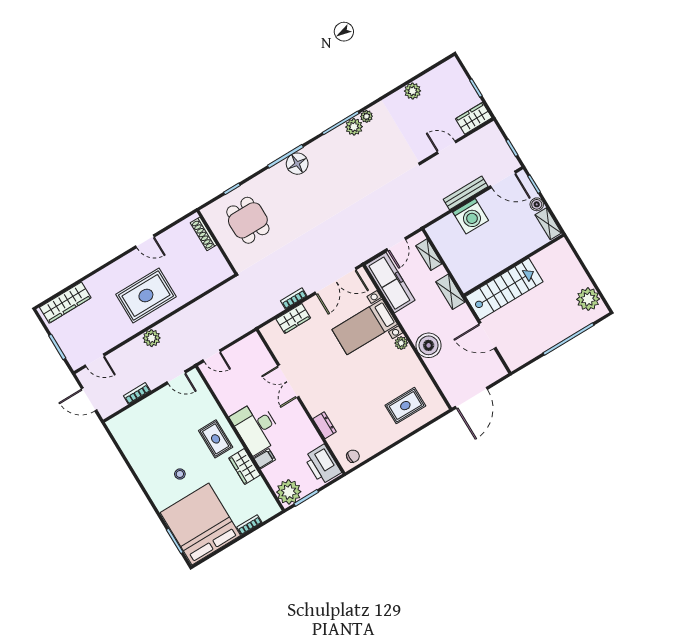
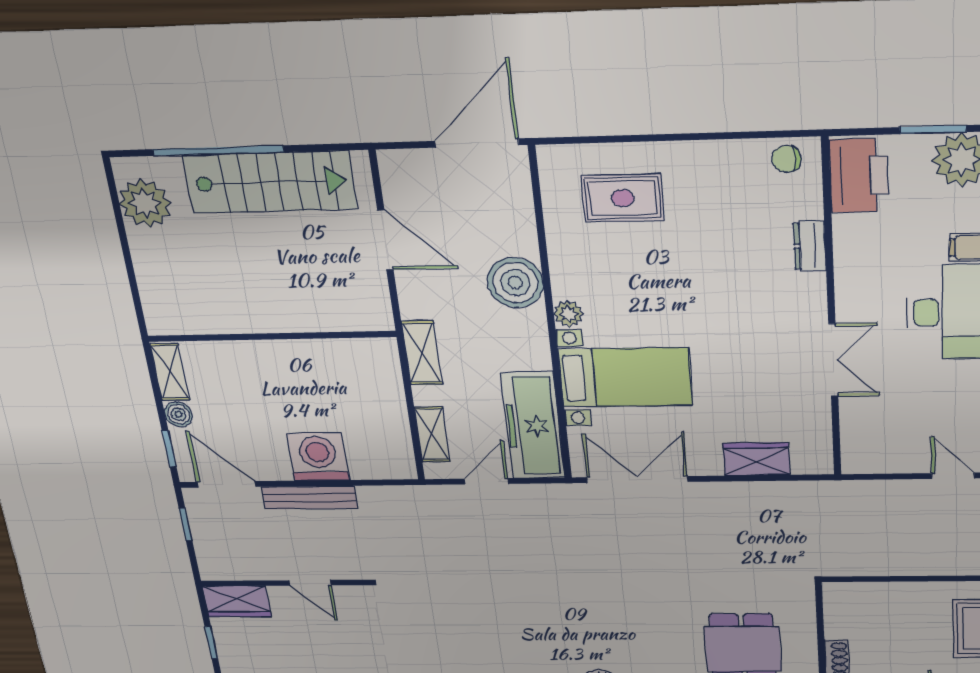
stairs: (504, 289) -> (270, 182), moved, turned 180
bookcase: (294, 298) -> (735, 490), removed

